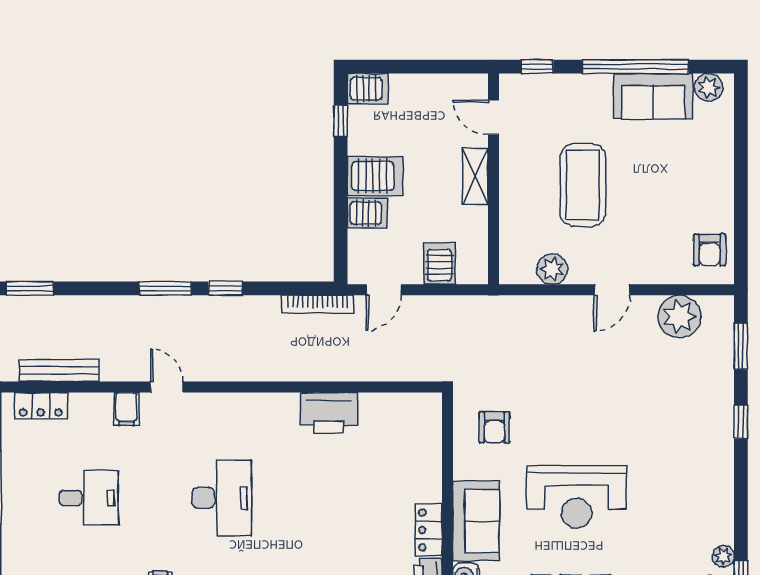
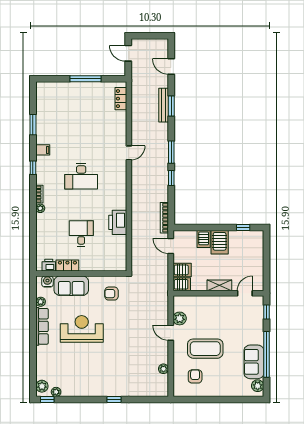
server rack: (368, 89) -> (182, 284), moved, turned -90
coffee table: (583, 185) -> (205, 349), moved
armchair: (710, 250) -> (195, 376), moved, turned 90
window: (30, 288) -> (171, 106), moved
door: (612, 290) -> (171, 333), moved
plant: (679, 317) -> (163, 369), width x0.53, depth x0.53
window: (741, 346) -> (146, 400), removed
bench: (59, 371) -> (164, 105), moved
filing cabinet: (126, 409) -> (119, 135), removed
reception desk: (576, 497) -> (82, 329), turned 90
desk: (89, 498) -> (81, 234), moved, turned 180

